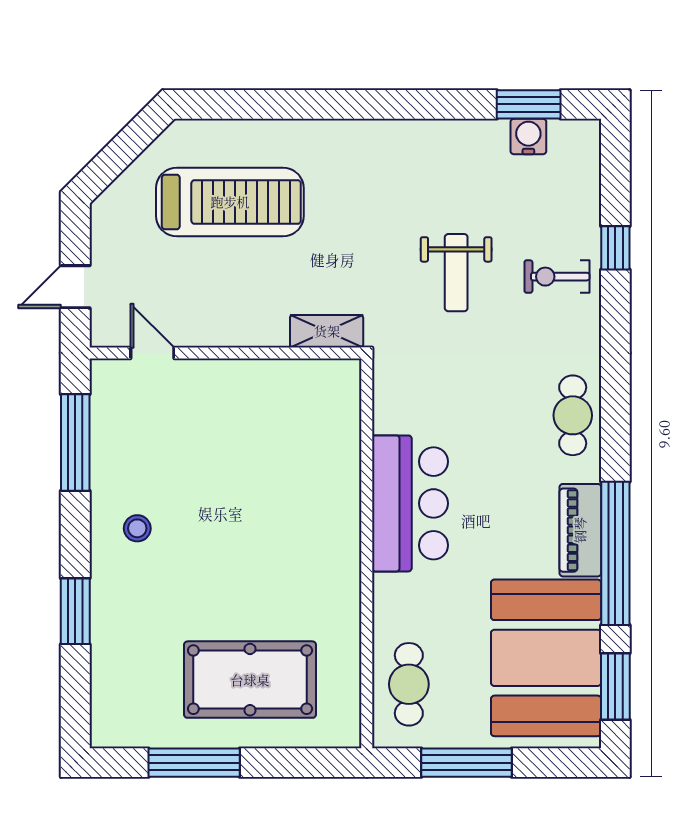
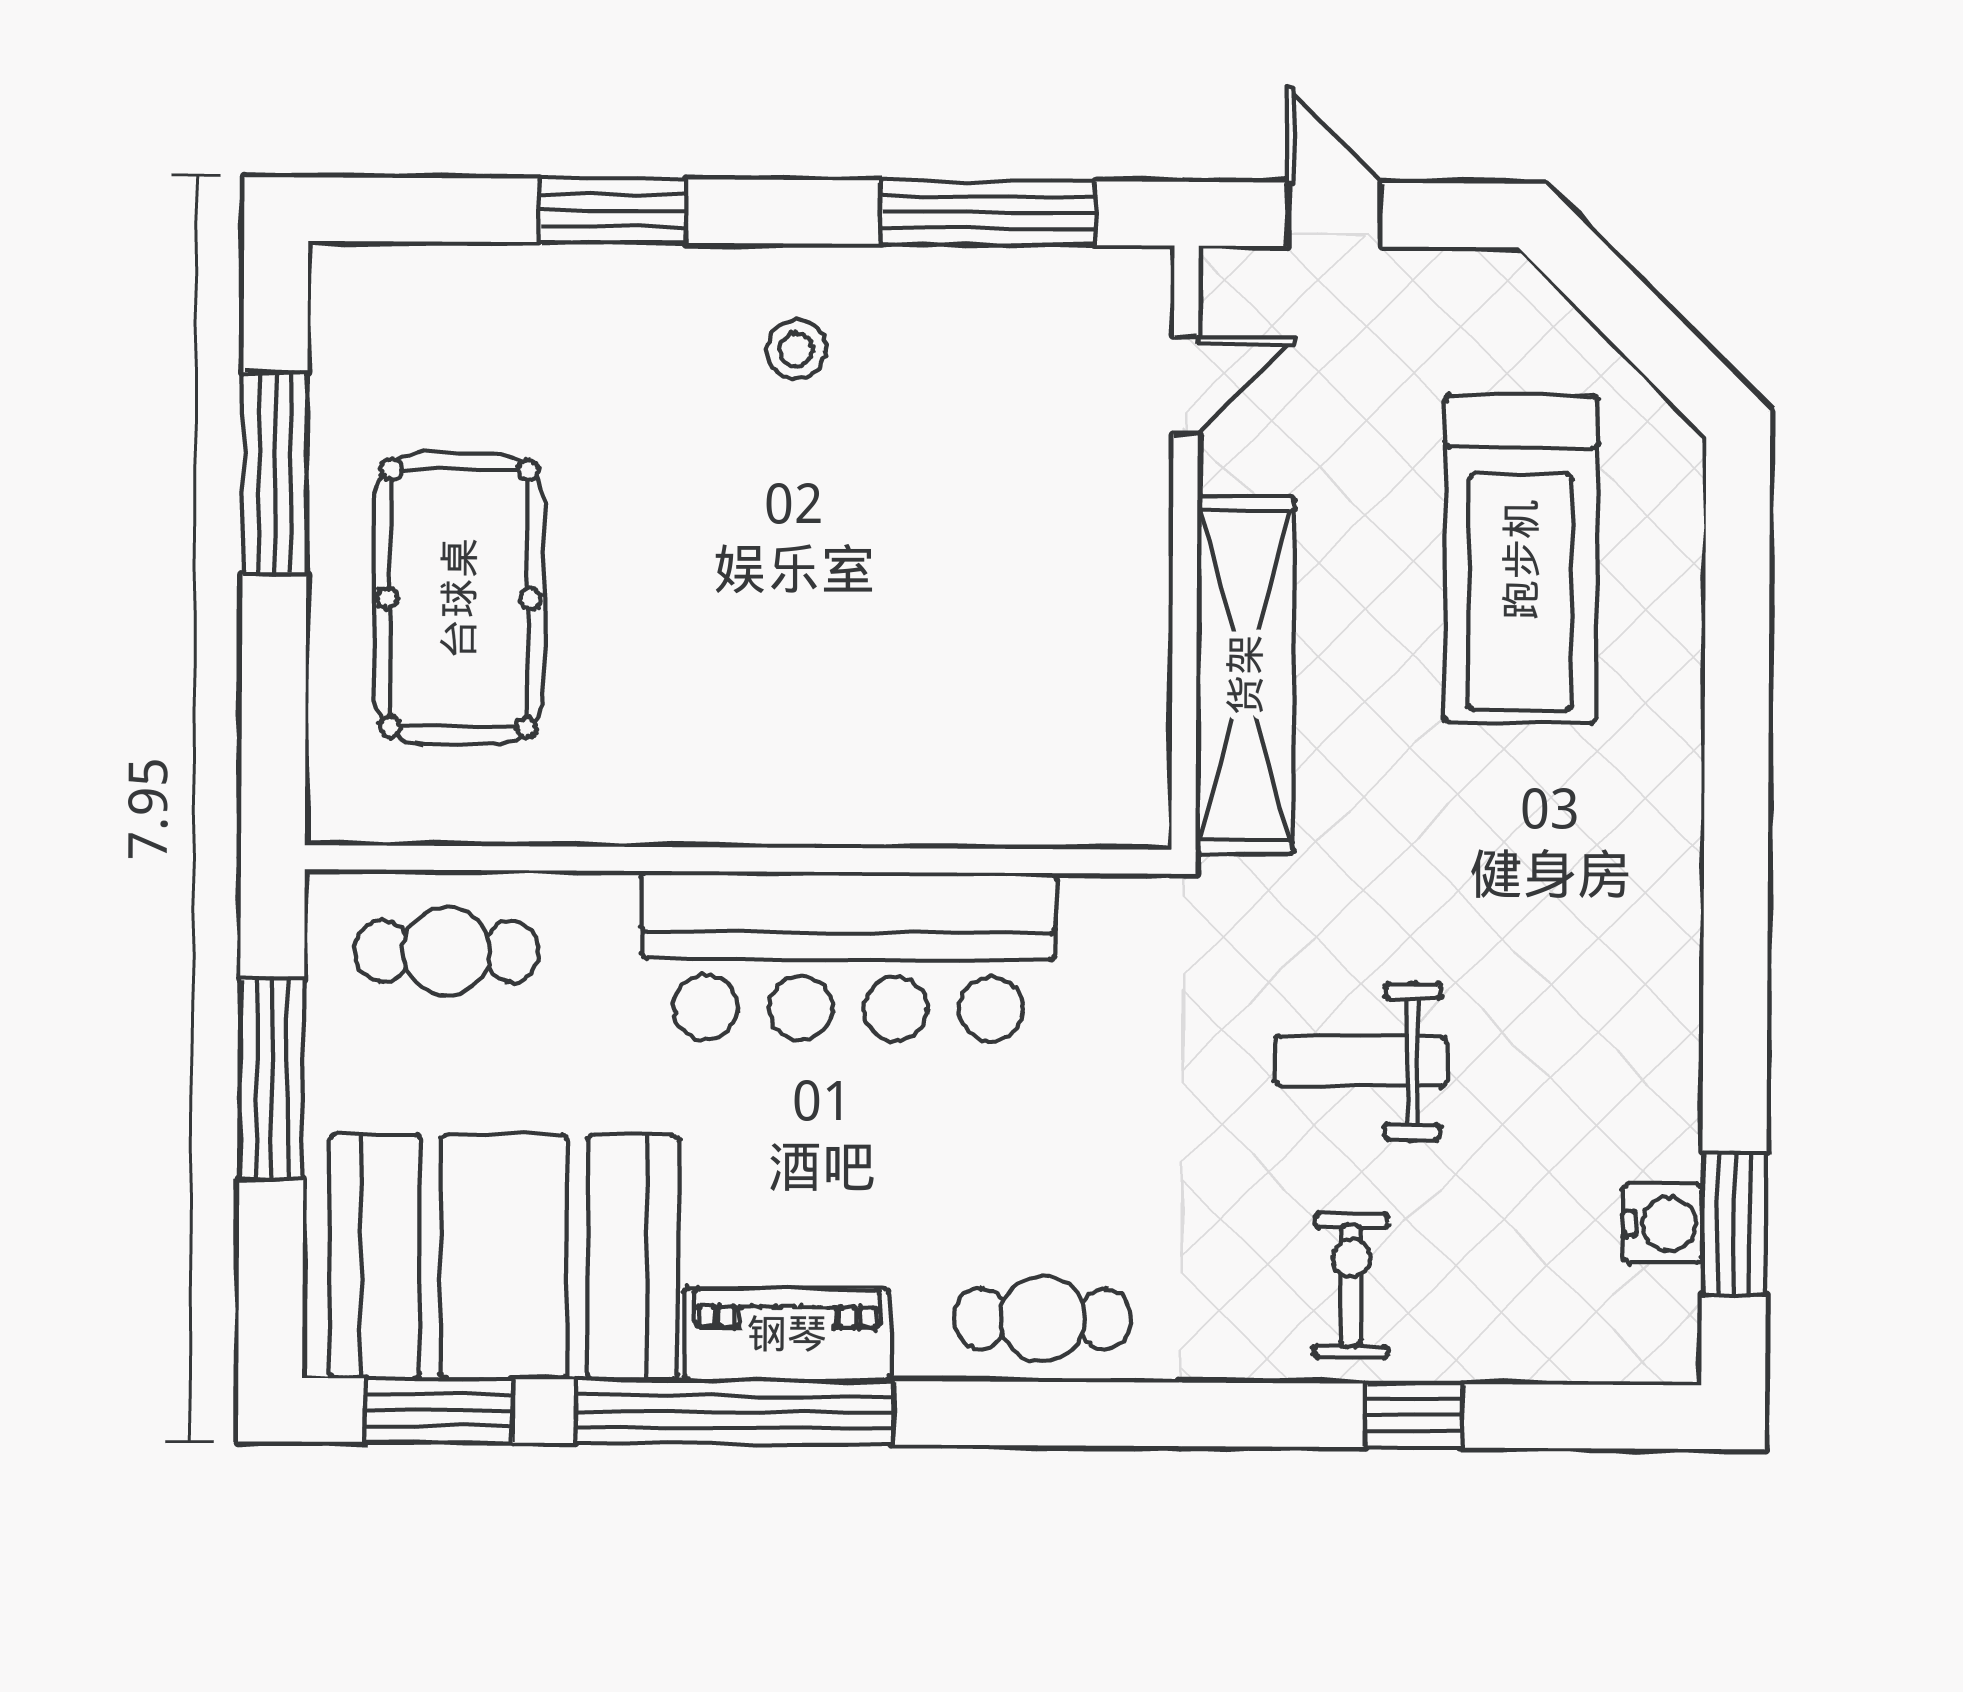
shelving: (327, 331) -> (1245, 675), width x2.20, depth x1.33
bar counter: (410, 503) -> (849, 956), width x1.36

